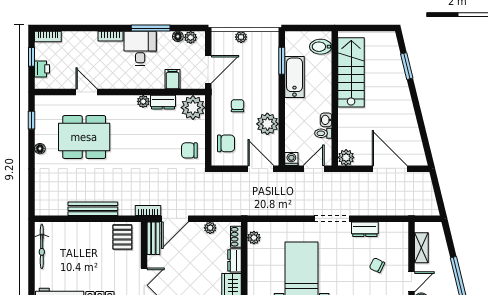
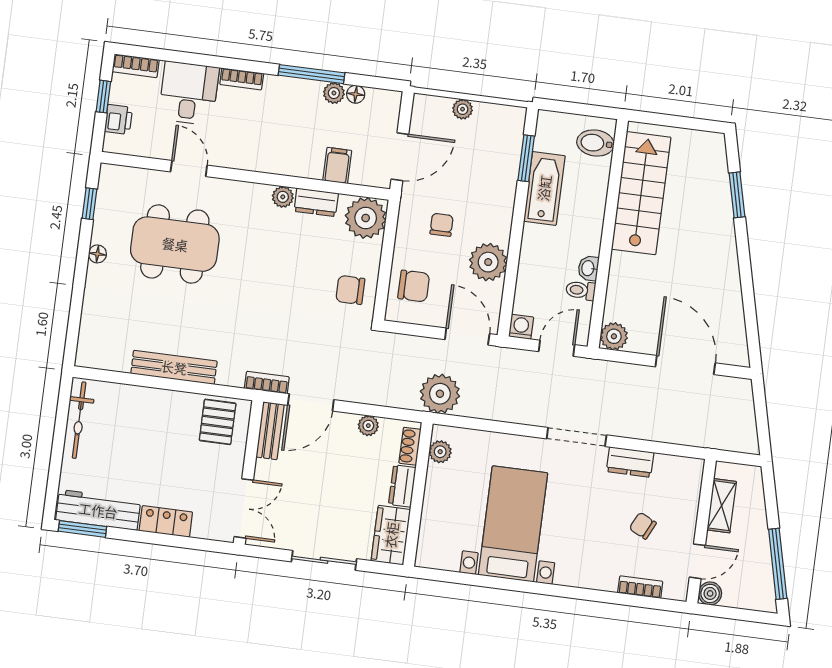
plant: (191, 37) -> (334, 93), moved
desk: (140, 48) -> (189, 93), moved
plant: (249, 204) -> (440, 394), added

